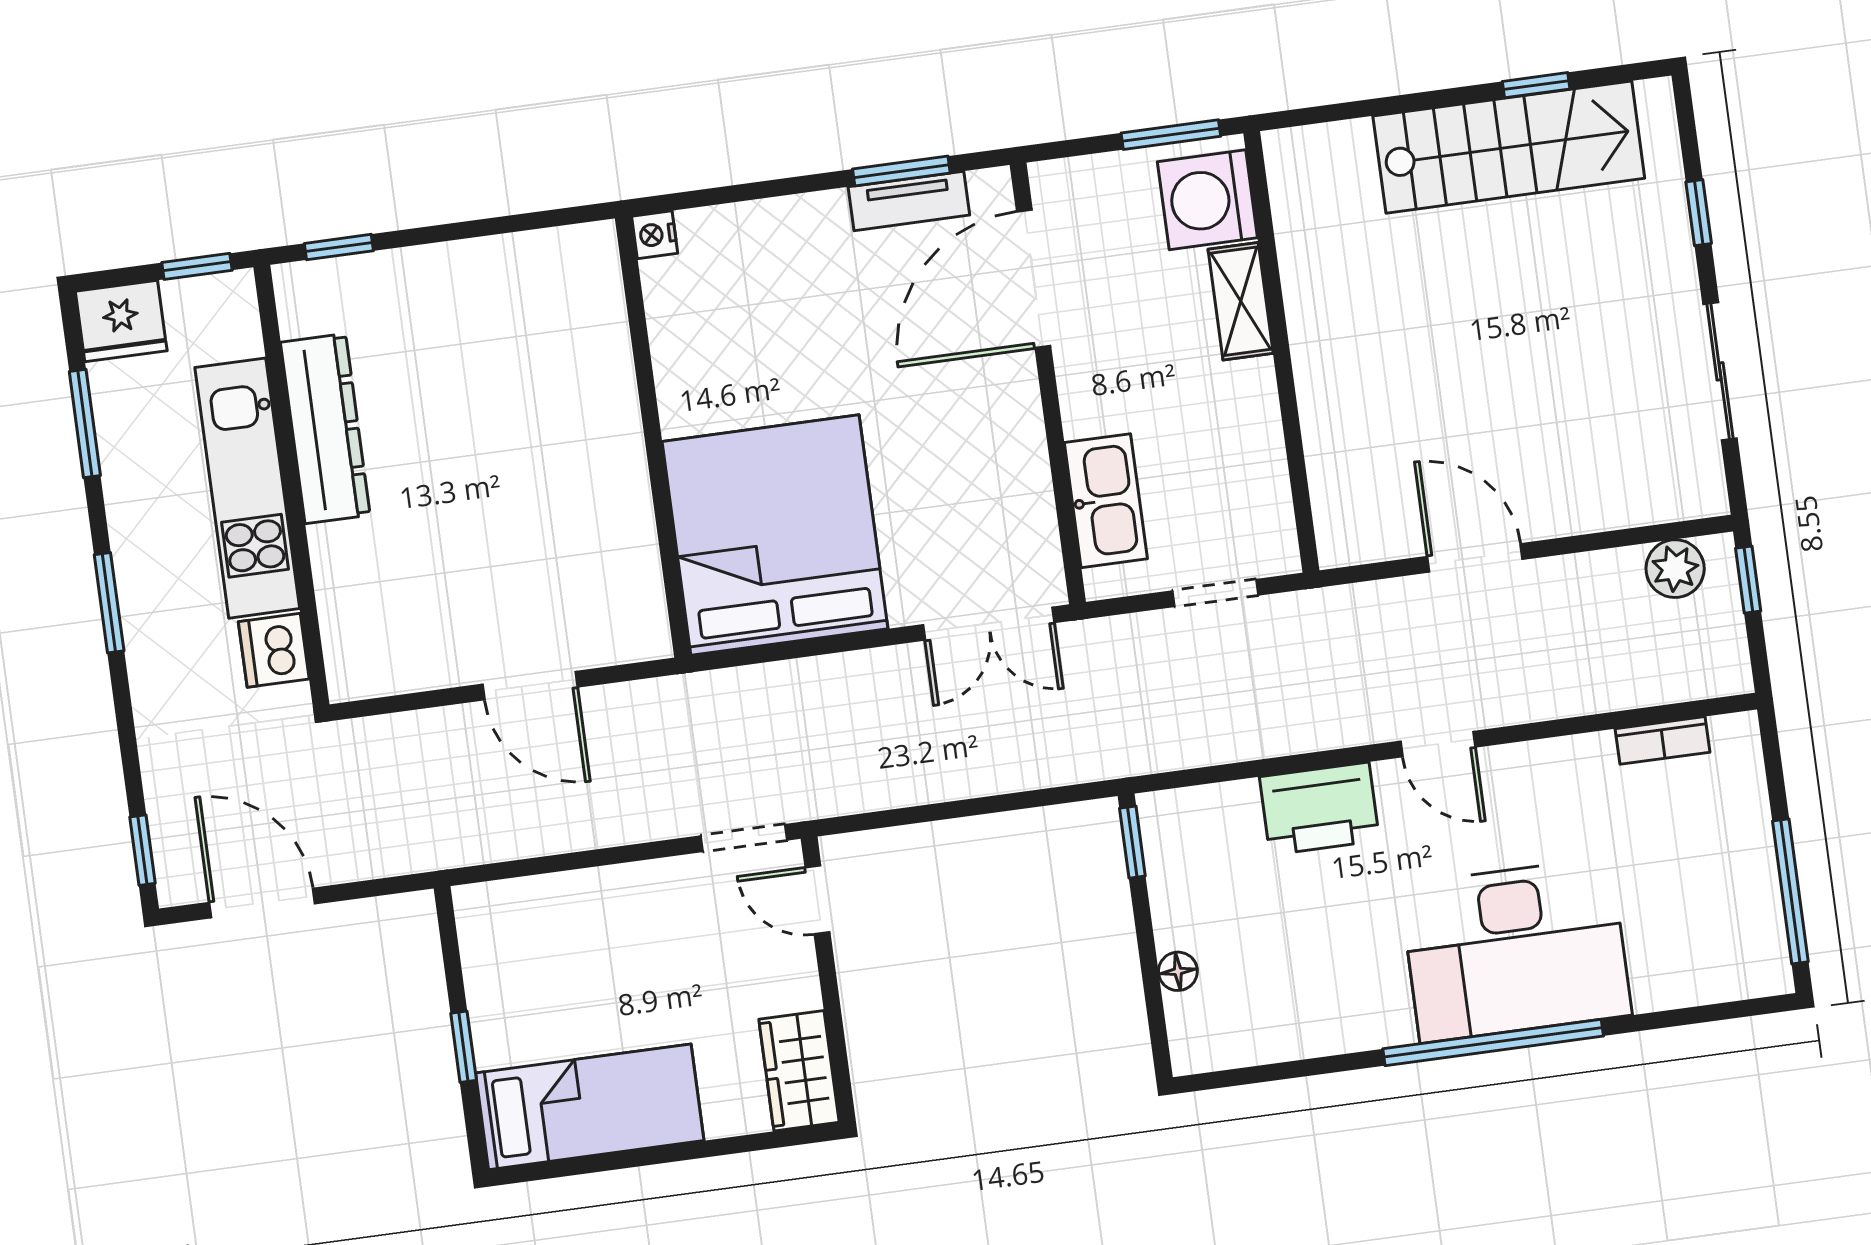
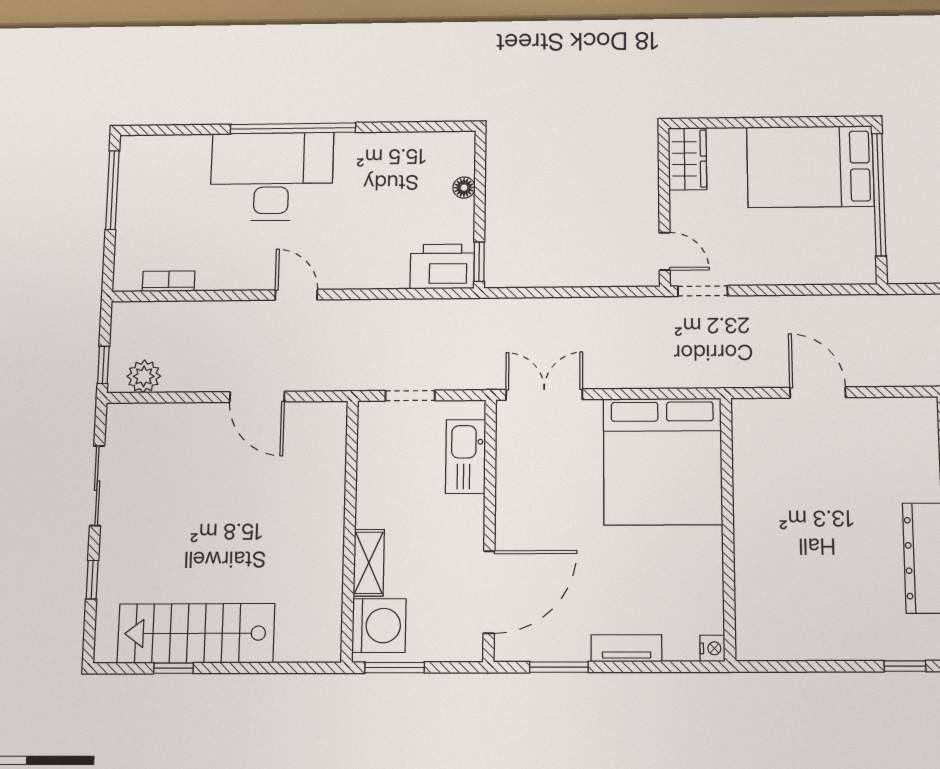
tv unit: (909, 201) -> (626, 648), moved
printer: (1319, 809) -> (442, 266), moved
window: (464, 1047) -> (879, 194), width x3.17
bed: (590, 1107) -> (810, 167), width x1.50

